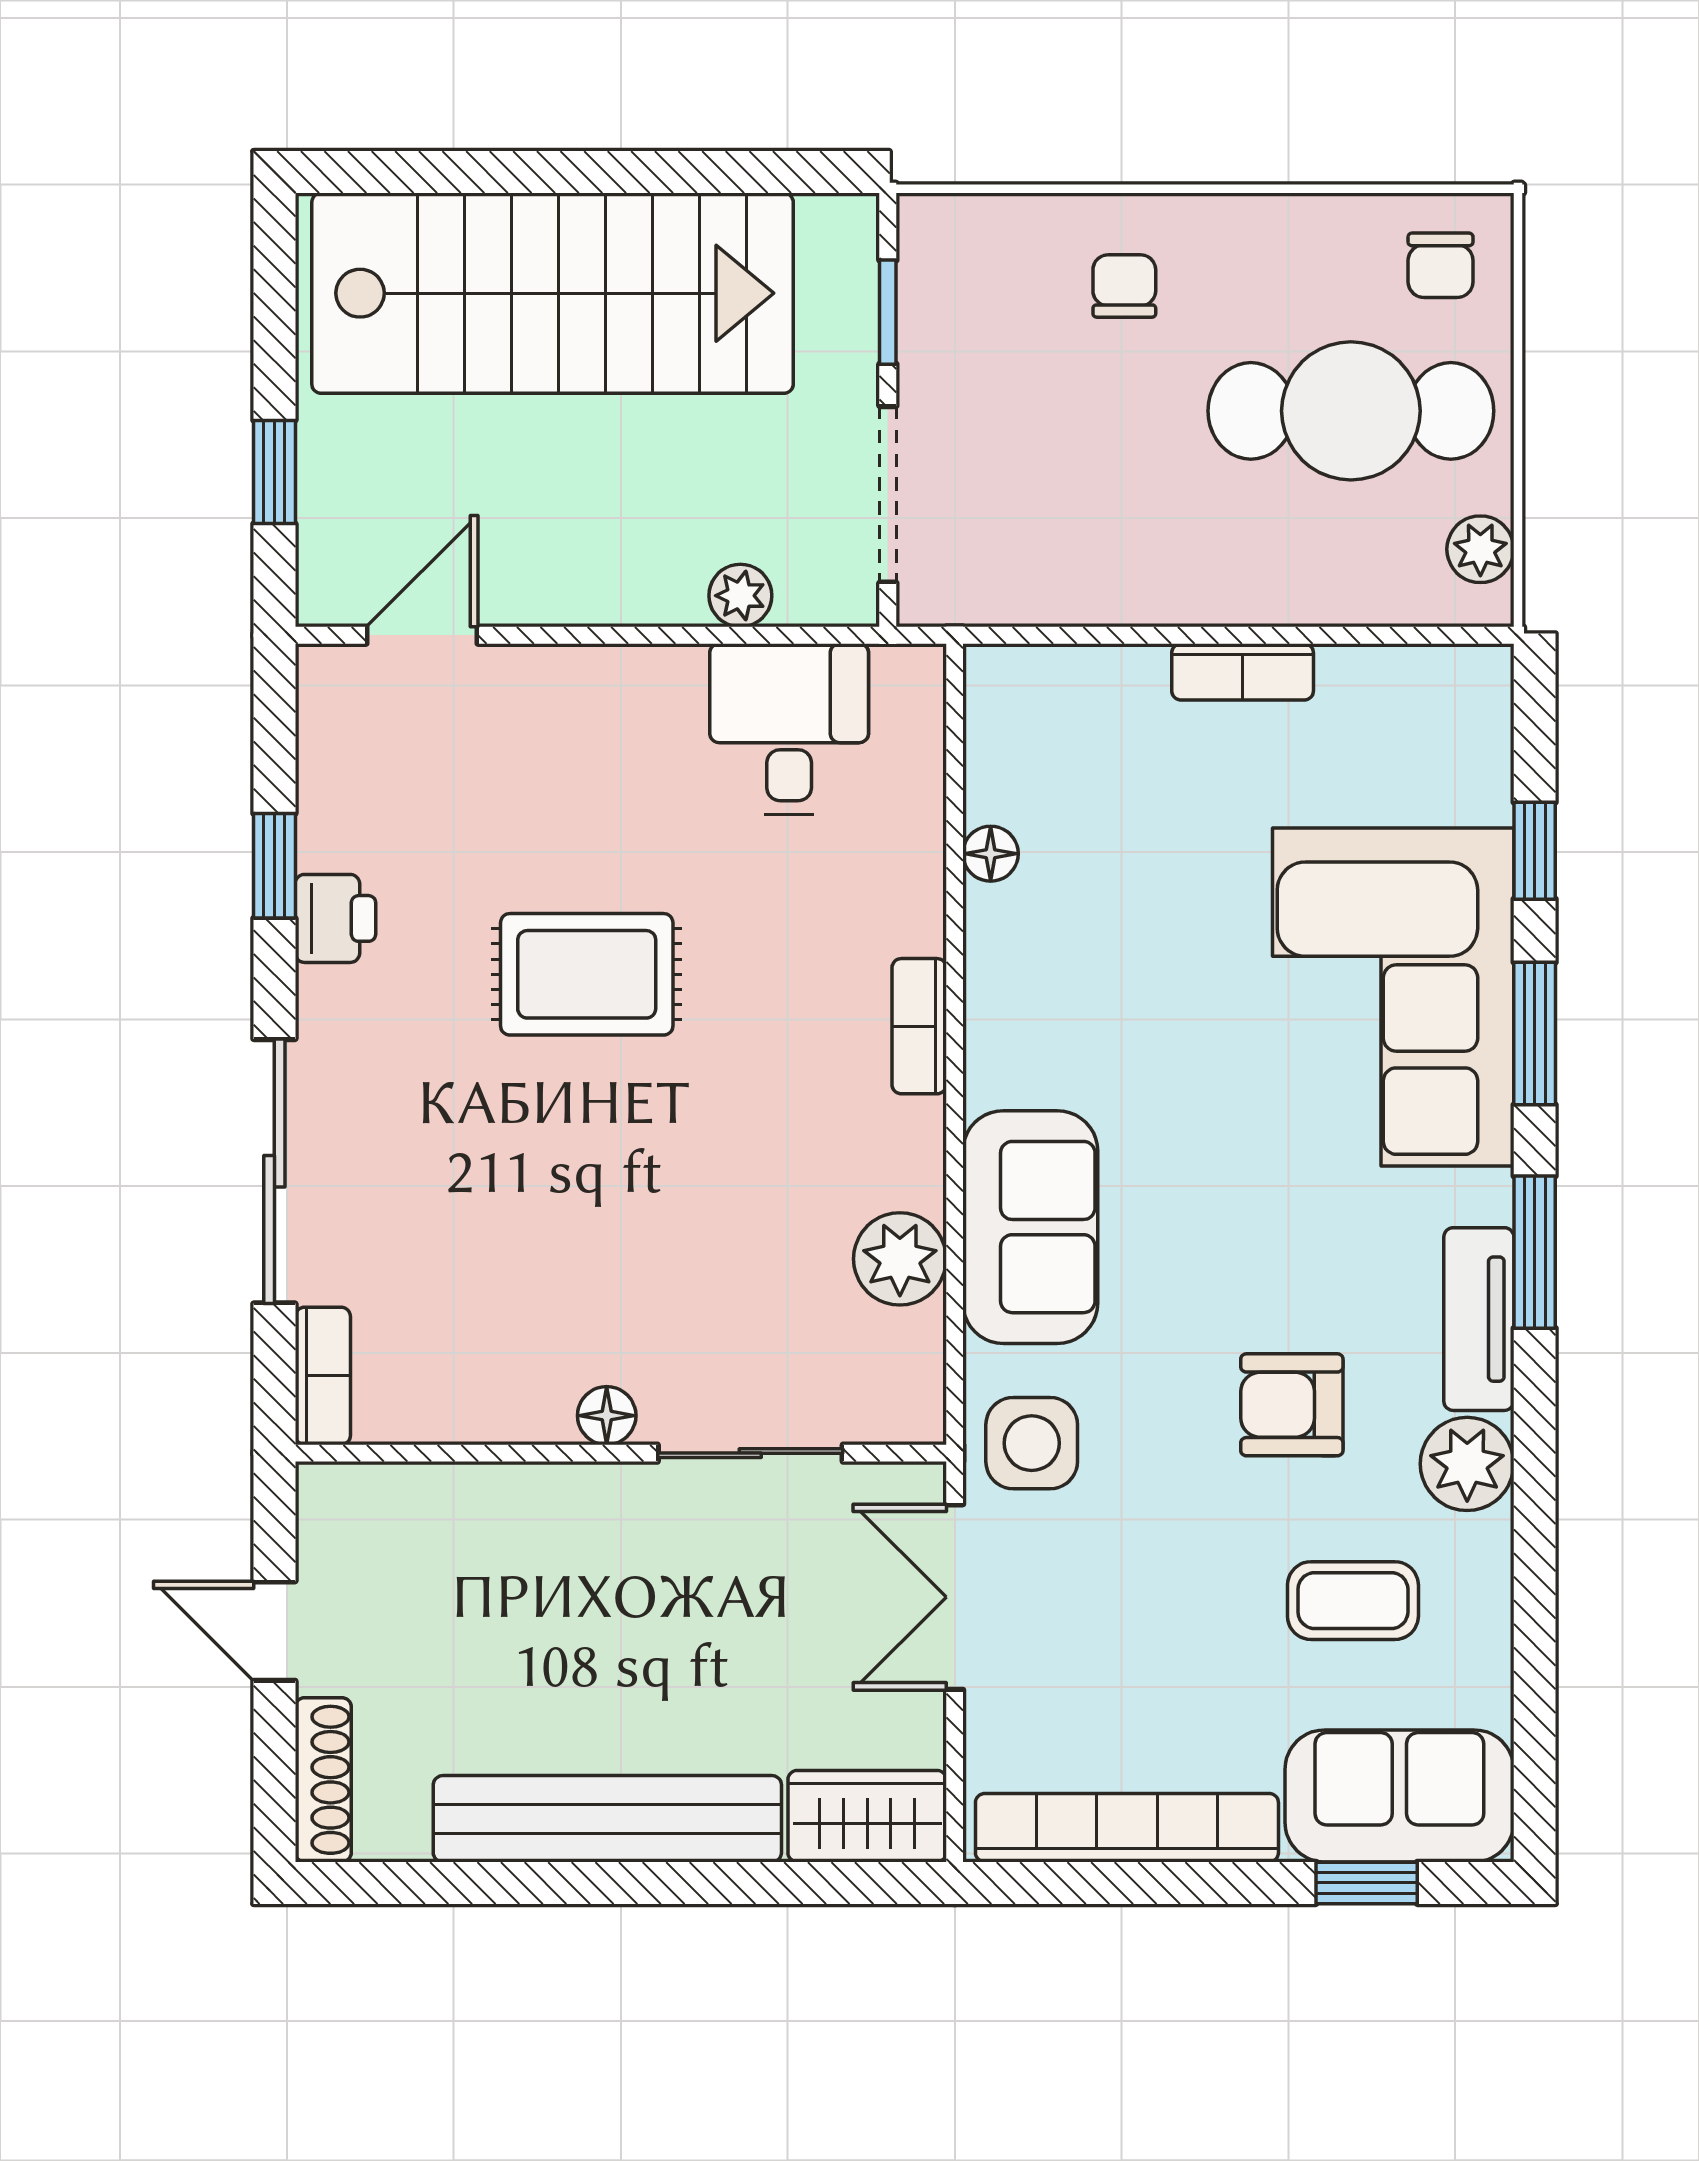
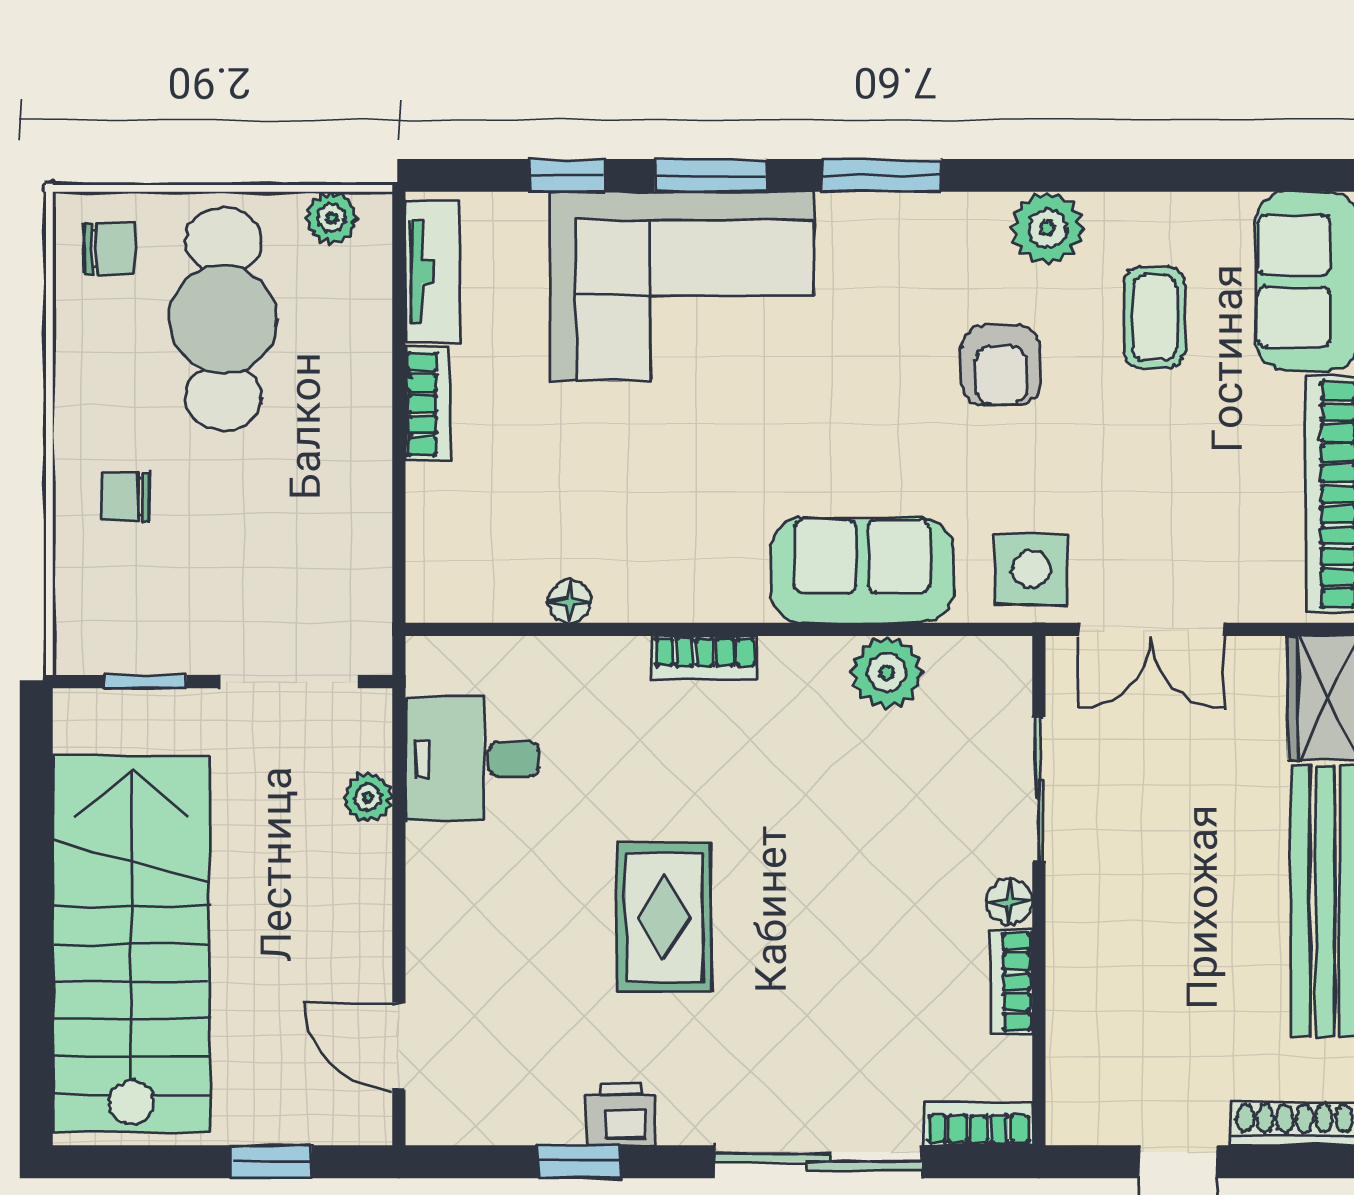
tv unit: (1479, 1319) -> (433, 272), moved, turned -90
bookcase: (504, 1418) -> (1012, 982), added

